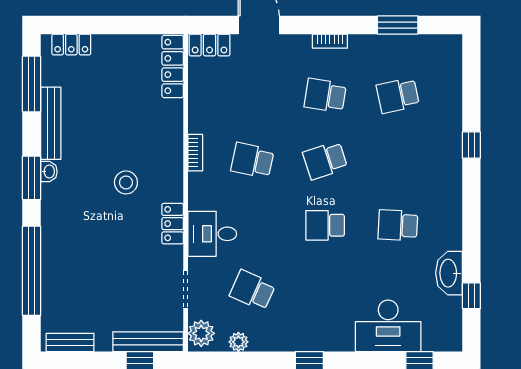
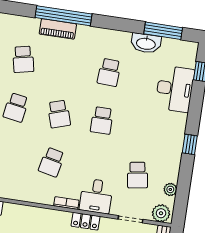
piano: (450, 140) -> (58, 29), added
window: (471, 145) -> (63, 16), width x3.17
bookcase: (195, 153) -> (66, 203), moved
school desk: (252, 290) -> (138, 175), turned -33
window: (471, 296) -> (163, 31), width x2.17

